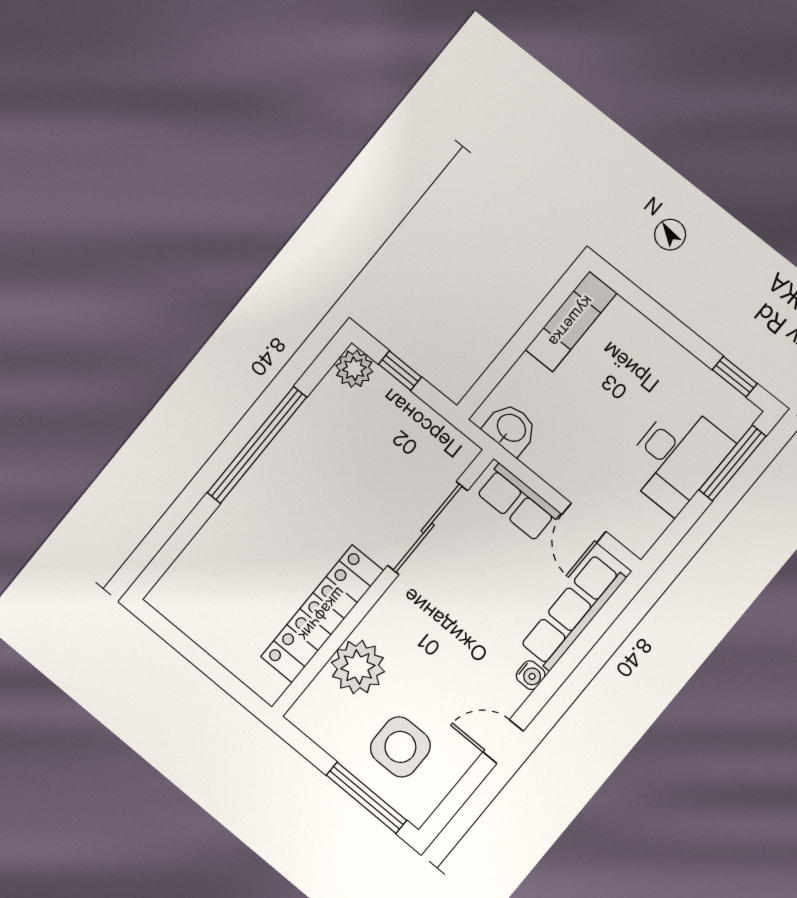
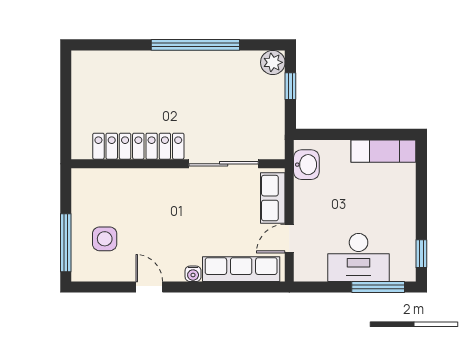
plant: (358, 667) -> (127, 186), removed
side table: (400, 747) -> (105, 239), width x0.73, depth x0.73

